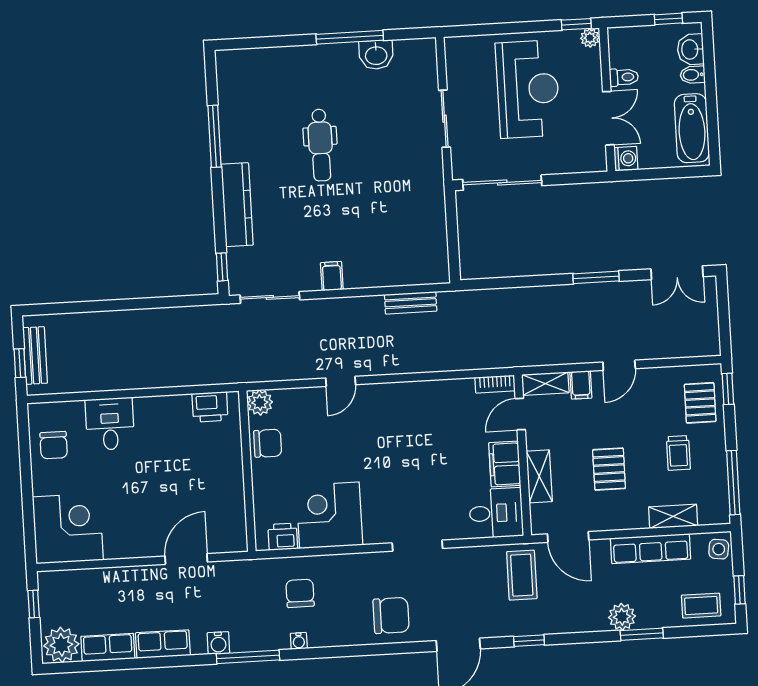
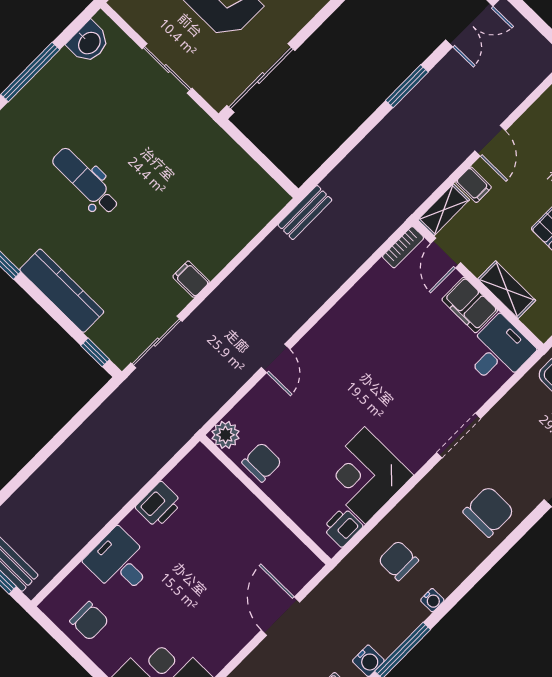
washbasin: (376, 55) -> (89, 42), moved
dental chair: (320, 145) -> (86, 181), turned 180
bench: (411, 303) -> (305, 213), moved
printer: (210, 407) -> (159, 505), moved

